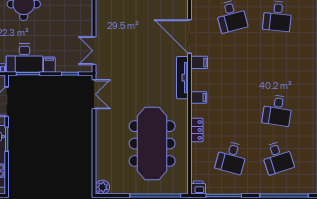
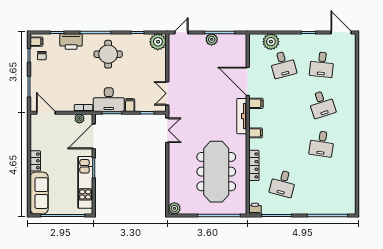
locker: (197, 130) -> (254, 165), width x1.53
desk: (277, 158) -> (322, 104), moved

